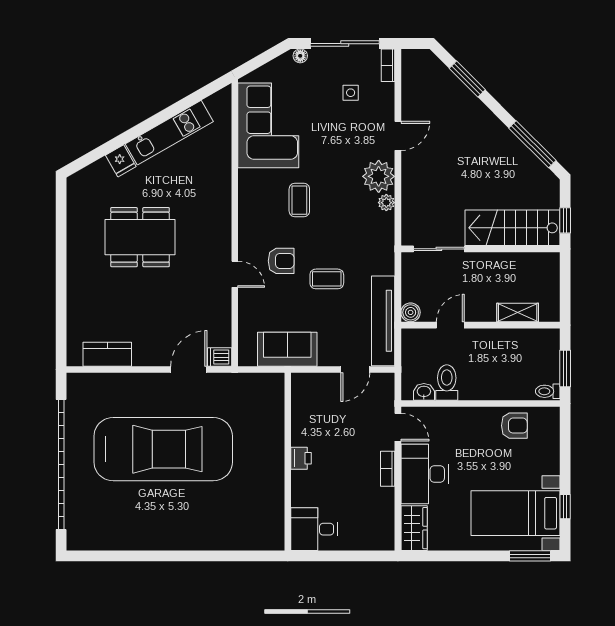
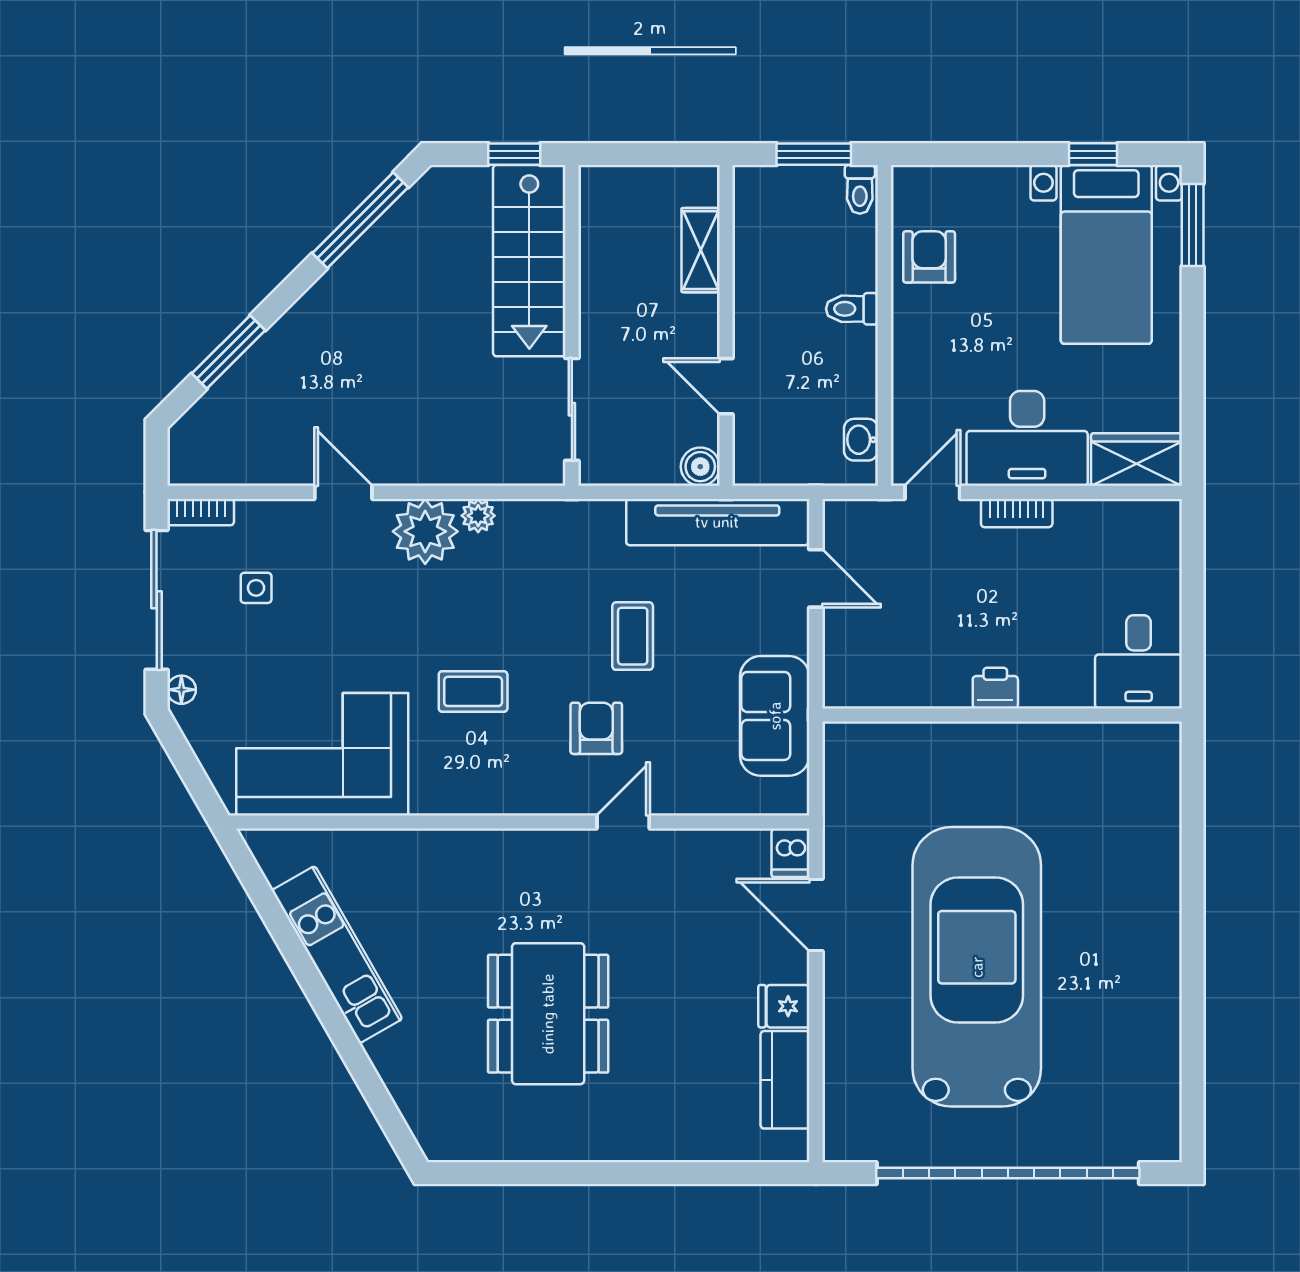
fridge: (121, 161) -> (784, 1006), moved, turned -150
toilet: (447, 382) -> (852, 309), moved, width x0.73, depth x0.72

